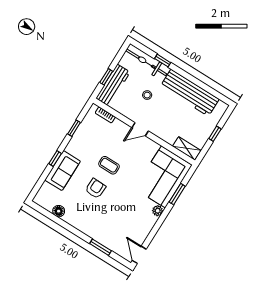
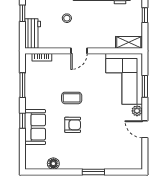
window: (106, 77) -> (22, 13), moved
workbench: (113, 85) -> (33, 33), width x0.73
window: (74, 128) -> (22, 85), width x1.50
armchair: (96, 188) -> (73, 125), turned 88
window: (101, 247) -> (93, 172), moved
door: (139, 255) -> (145, 129), moved

